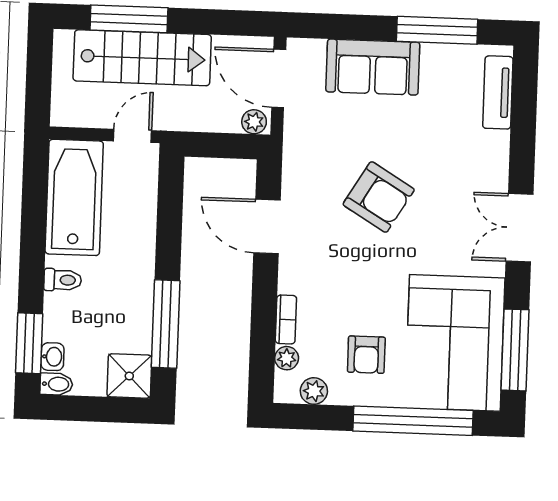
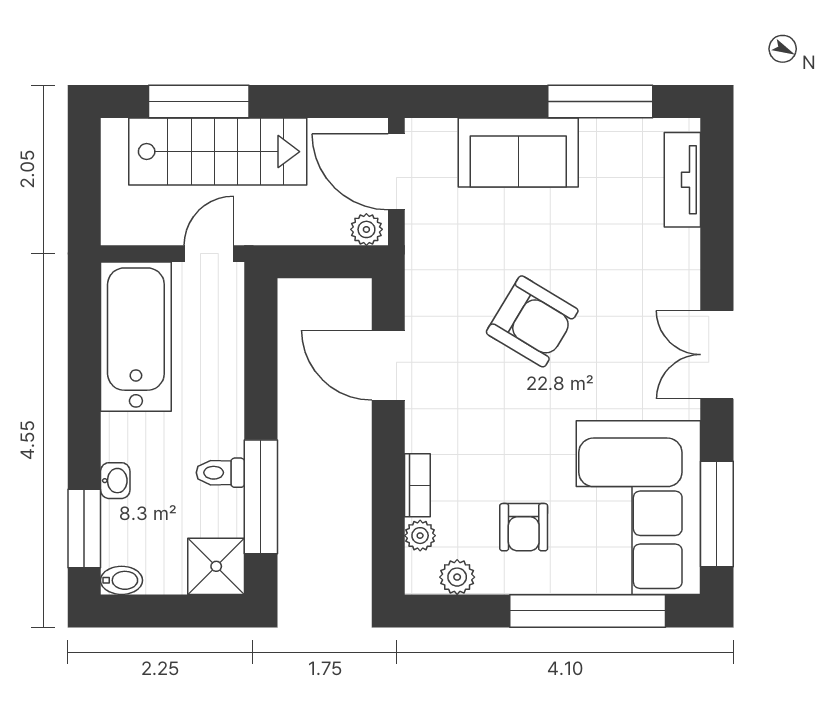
toilet: (63, 280) -> (220, 473), moved, turned 180
washbasin: (52, 357) -> (115, 481), moved

